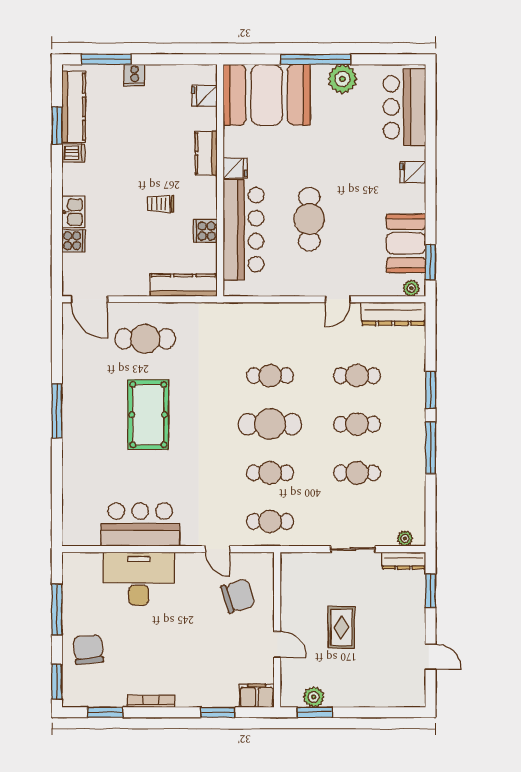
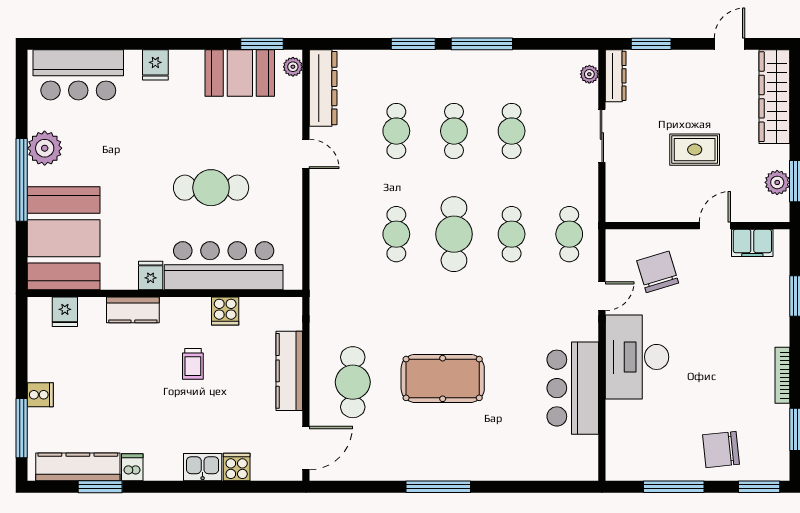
kitchen counter: (183, 285) -> (289, 371), moved
desk: (139, 579) -> (637, 357), moved
wardrobe: (386, 695) -> (774, 97), added
filing cabinet: (257, 696) -> (752, 243), moved, turned -90

